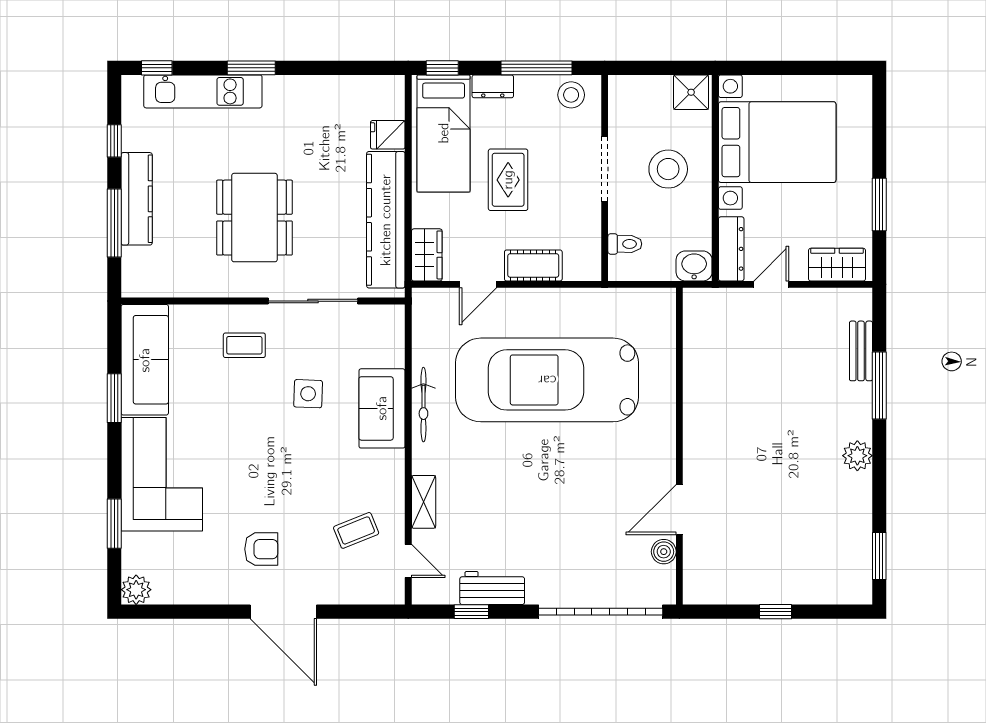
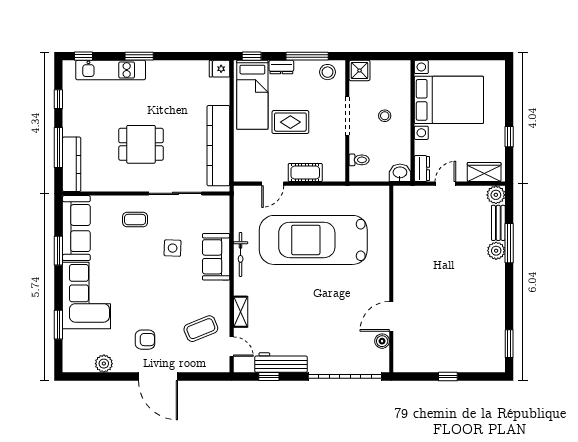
shower: (691, 92) -> (360, 70), moved
fridge: (388, 135) -> (220, 69), moved
stool: (668, 169) -> (385, 116), width x0.53, depth x0.53
rug: (508, 180) -> (290, 122), turned 90
kitchen counter: (137, 199) -> (72, 164), moved
window: (879, 204) -> (509, 137), width x0.67
dining table: (254, 218) -> (141, 144), width x0.73
dresser: (731, 249) -> (422, 169), width x0.70
wardrobe: (427, 255) -> (243, 166), removed
plant: (857, 303) -> (496, 195), added
plant: (857, 456) -> (496, 251), moved
coffee table: (356, 530) -> (201, 329), width x1.36, depth x1.30
workbench: (492, 588) -> (281, 363), width x1.38
plant: (136, 590) -> (104, 364), moved

